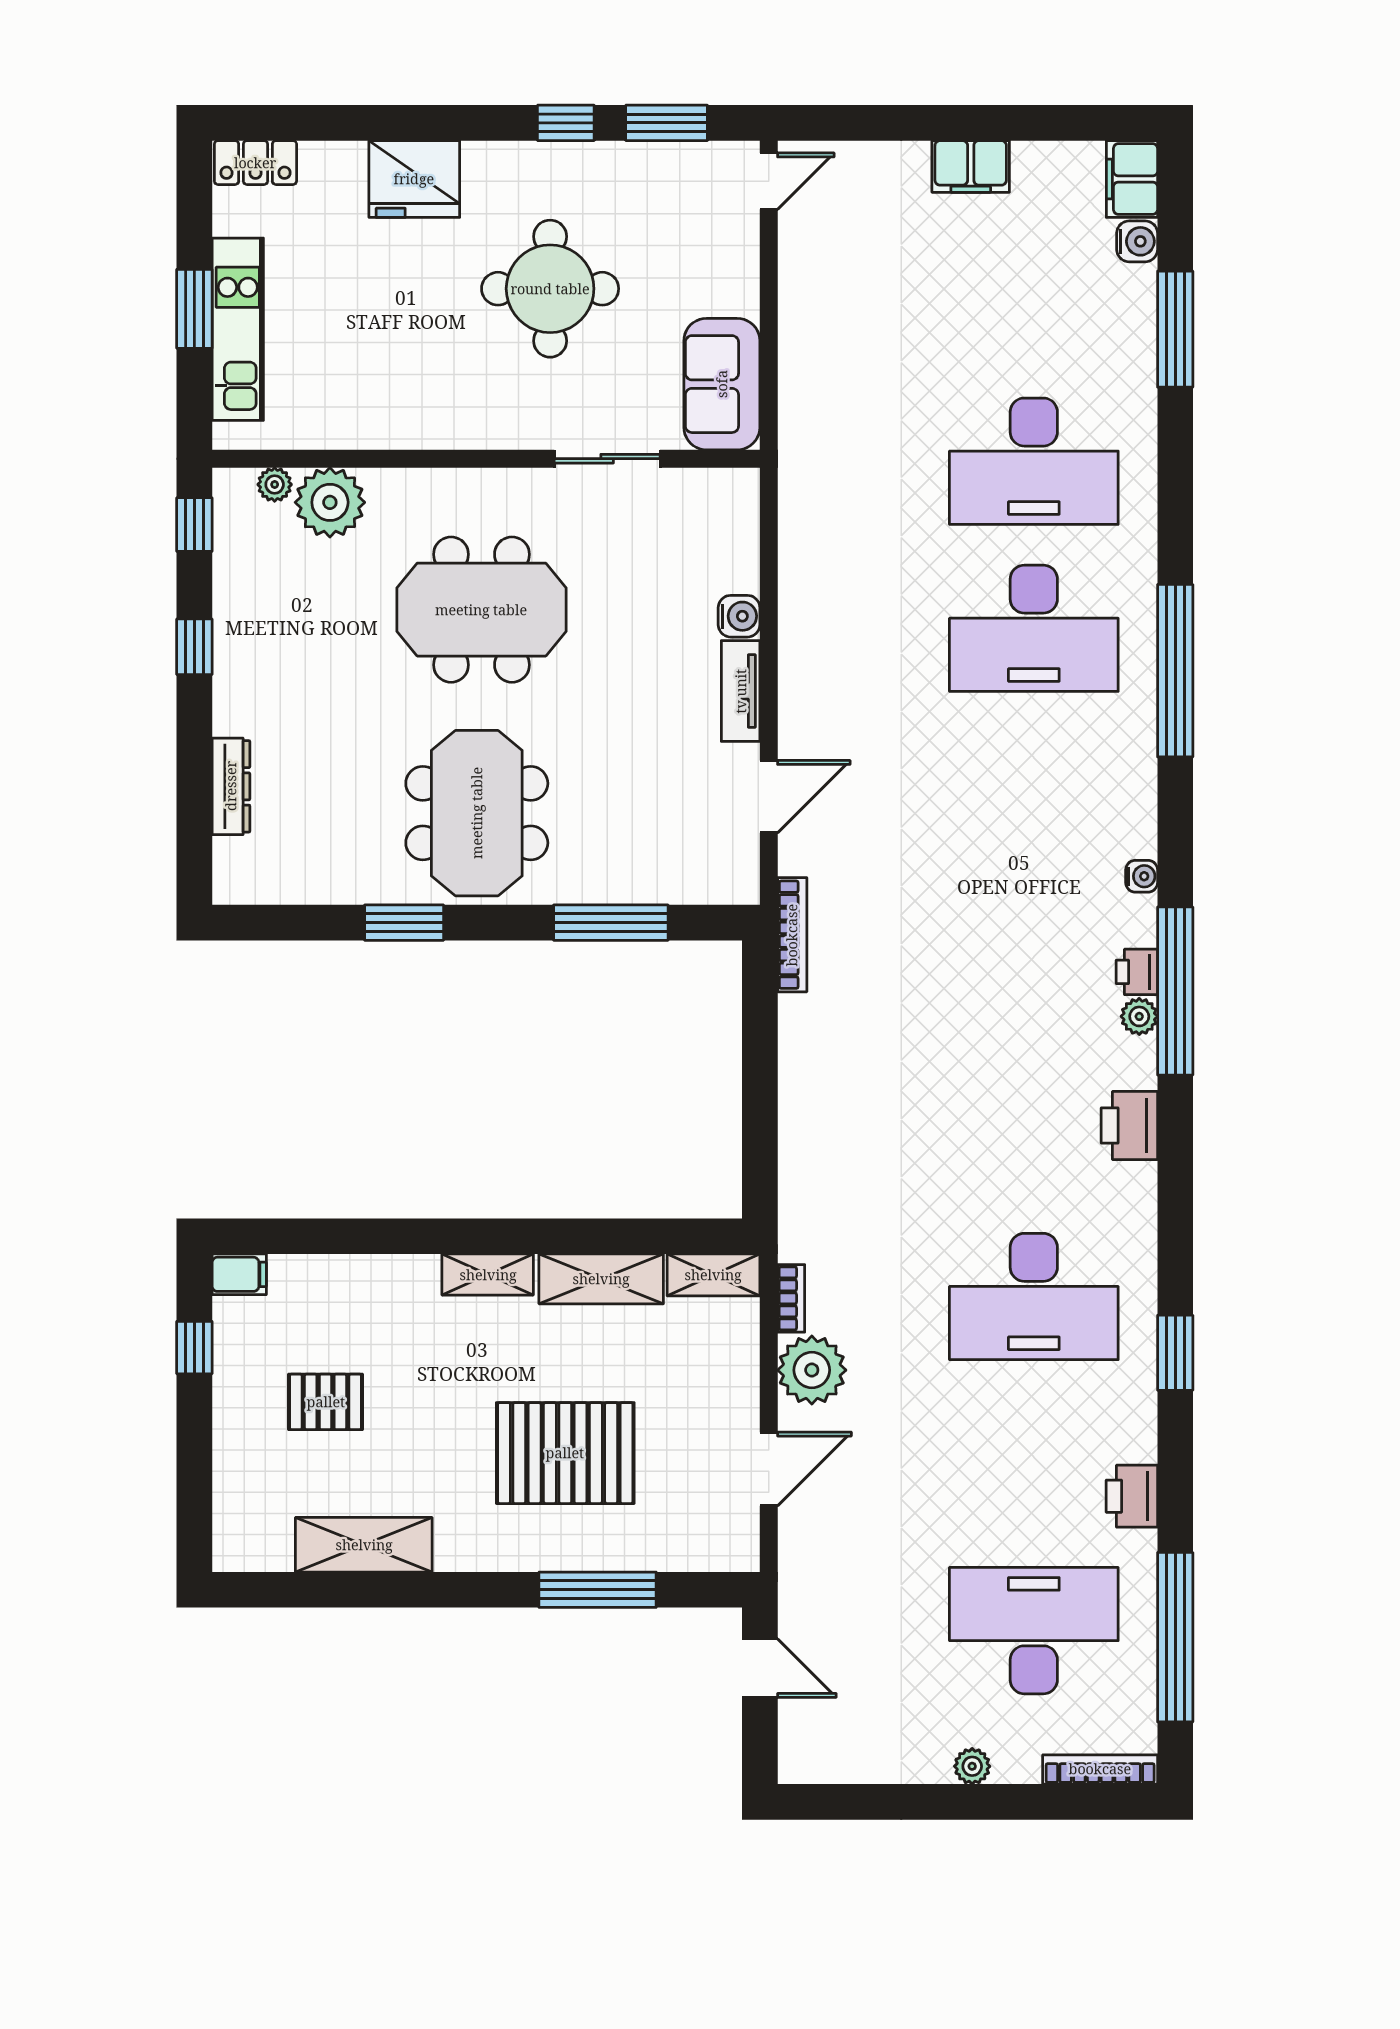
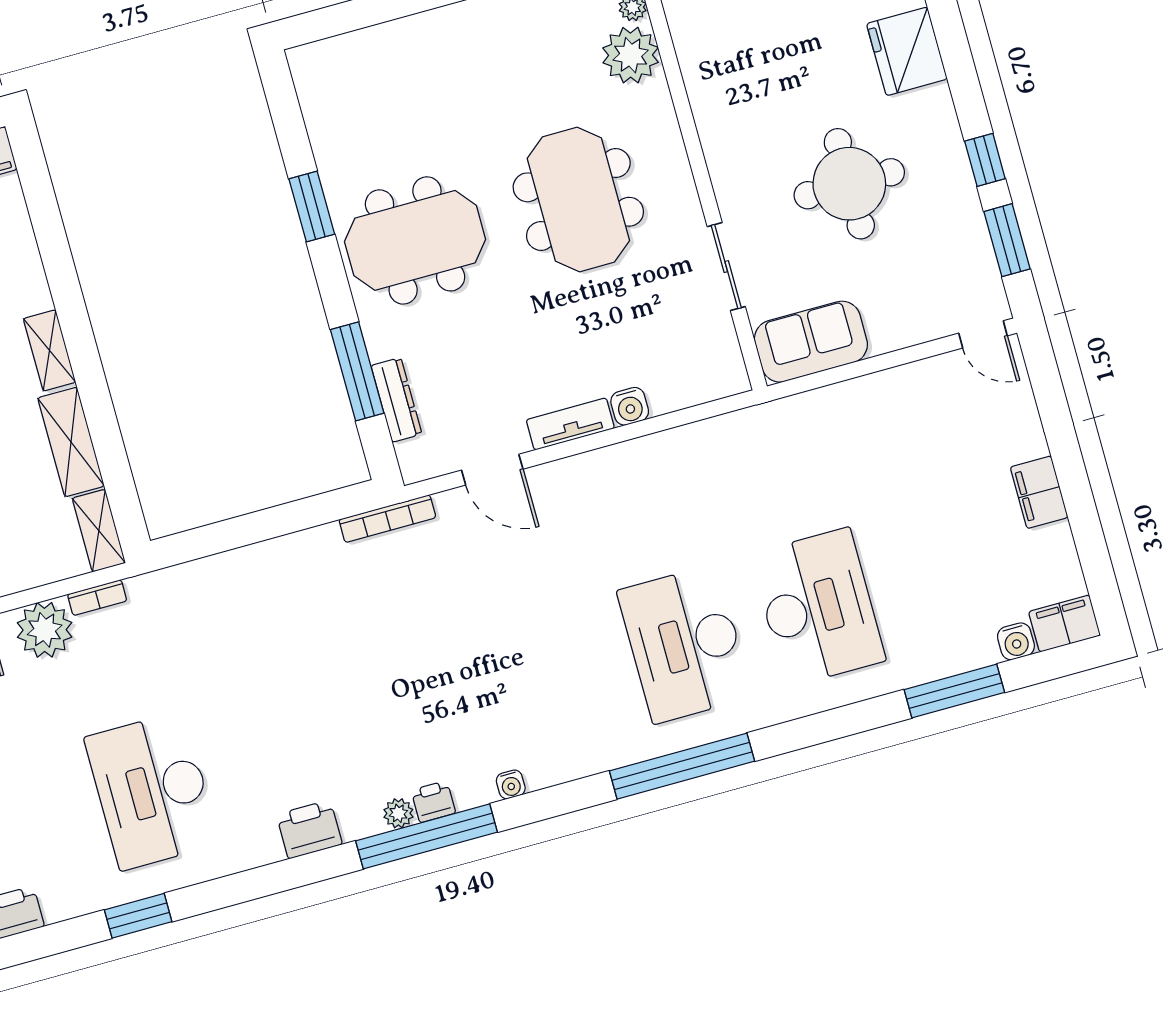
desk: (1034, 461) -> (818, 607), turned 180
dresser: (231, 786) -> (396, 400), moved, turned -90

